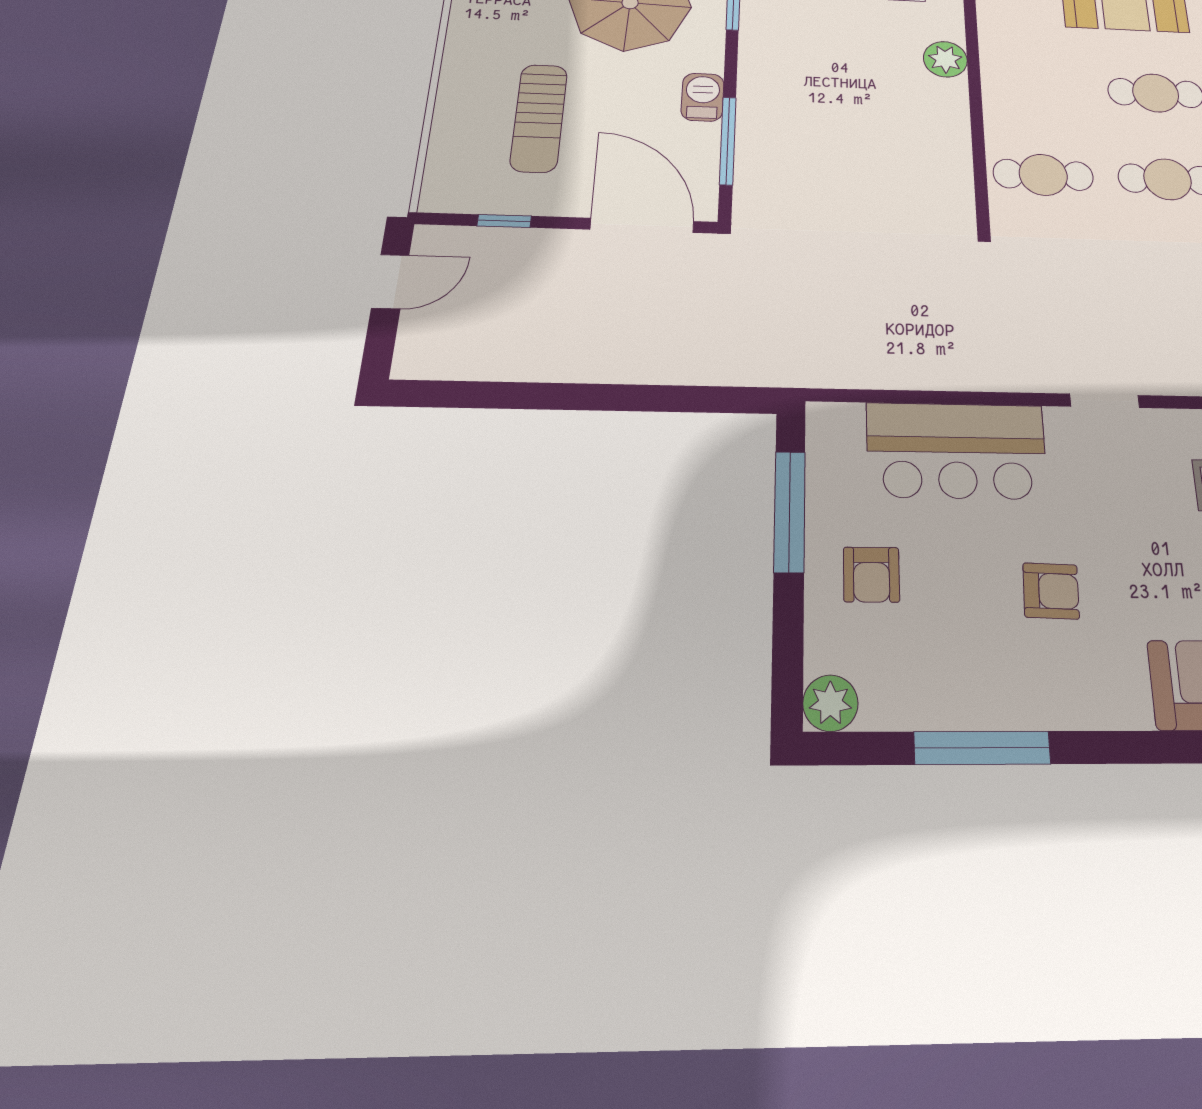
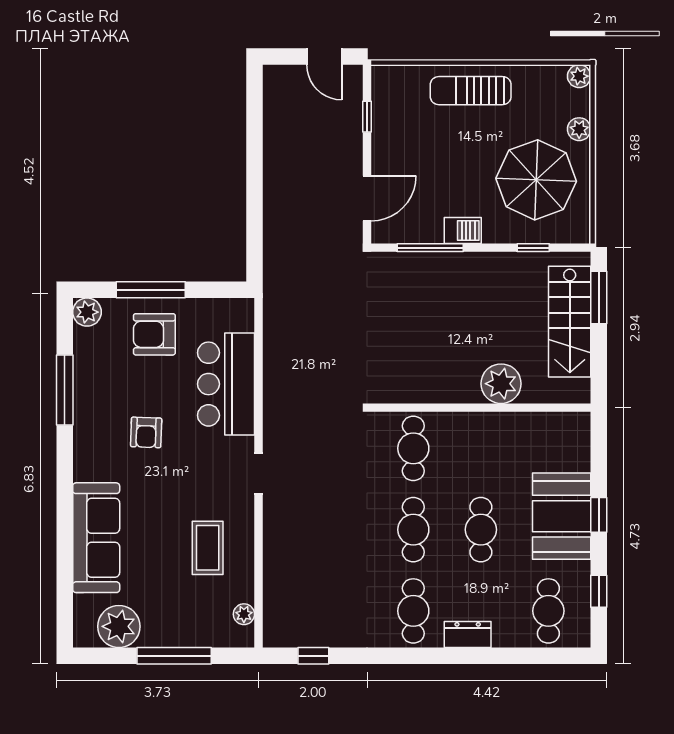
plant: (945, 59) -> (501, 384), width x1.36, depth x1.36
sun lounger: (539, 118) -> (471, 91), moved
door: (642, 225) -> (367, 198), width x0.73
window: (790, 511) -> (151, 290), moved
armchair: (871, 575) -> (154, 334), width x1.38, depth x1.38

